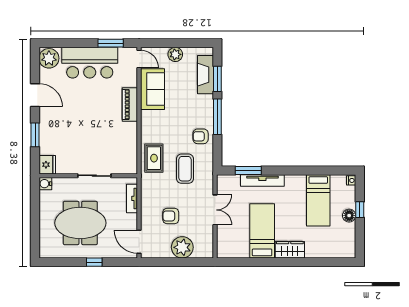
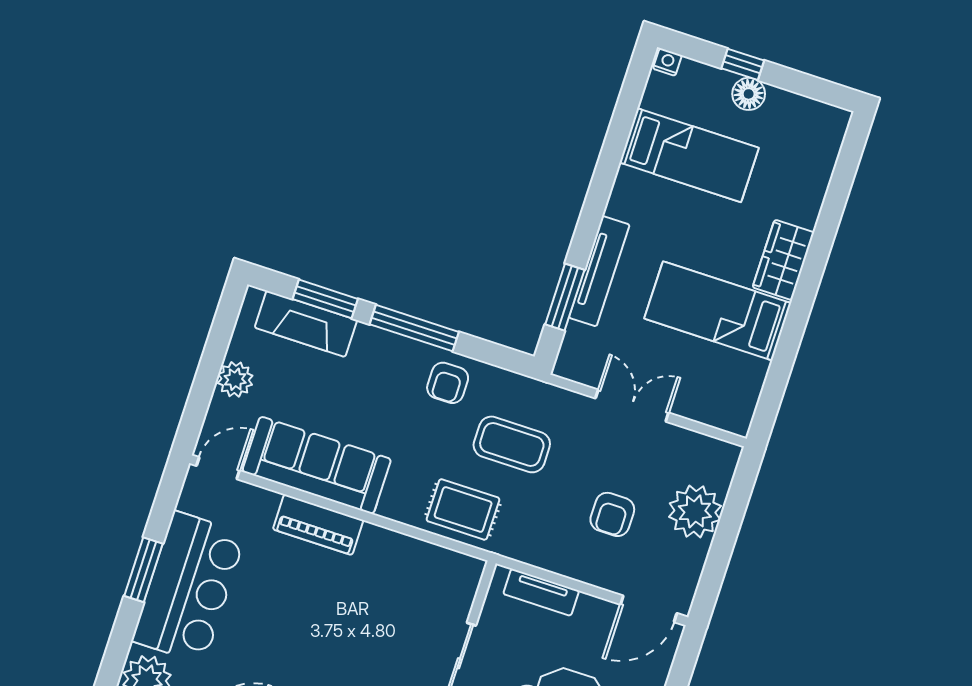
window: (111, 43) -> (144, 570), moved
sofa: (153, 89) -> (317, 465), width x1.36

